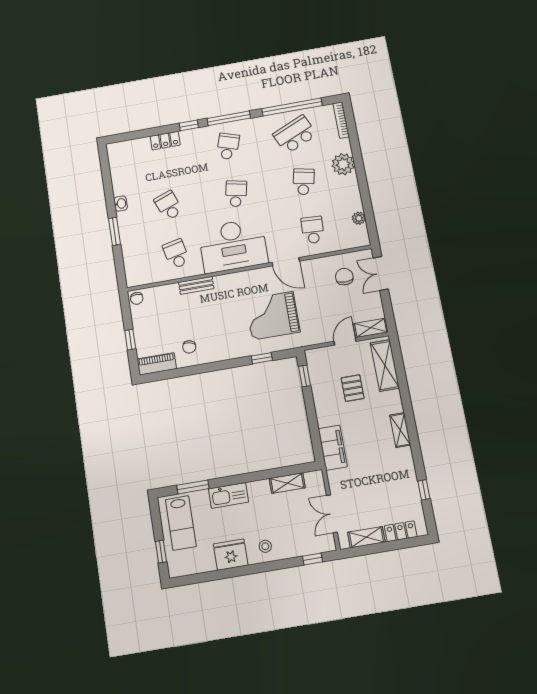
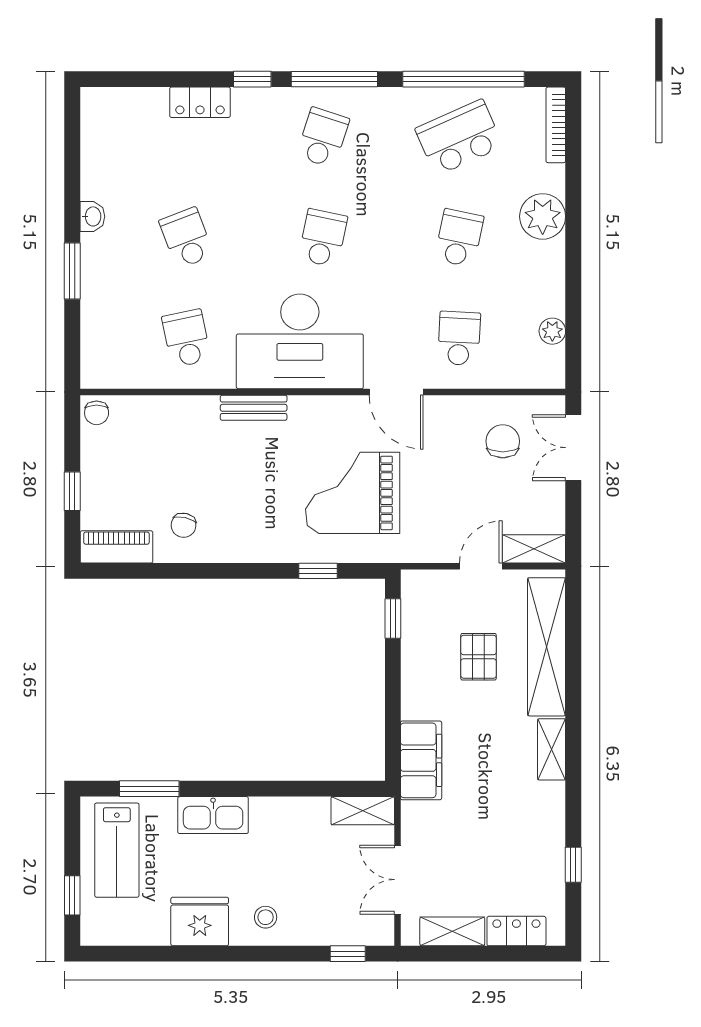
bench: (196, 285) -> (254, 408), moved
shelving: (385, 365) -> (547, 647), width x1.47
shelving: (287, 483) -> (363, 811), moved

